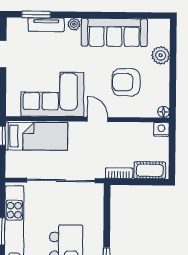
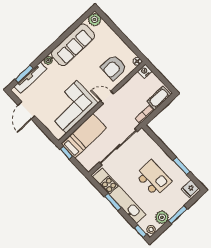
tv unit: (46, 25) -> (30, 78), width x1.41
plant: (161, 55) -> (95, 19), moved
armchair: (126, 82) -> (114, 68), moved

